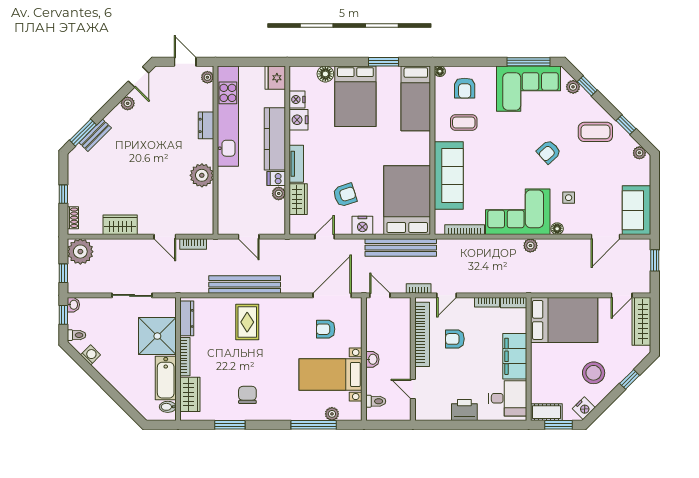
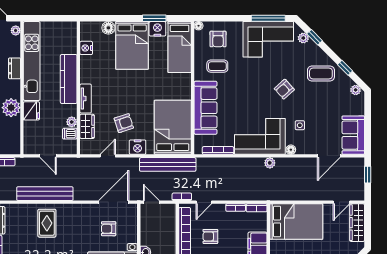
fridge: (275, 78) -> (31, 111), moved, turned 180
nightstand: (299, 120) -> (157, 29), moved, turned 90
dishwasher: (276, 179) -> (70, 134), moved

